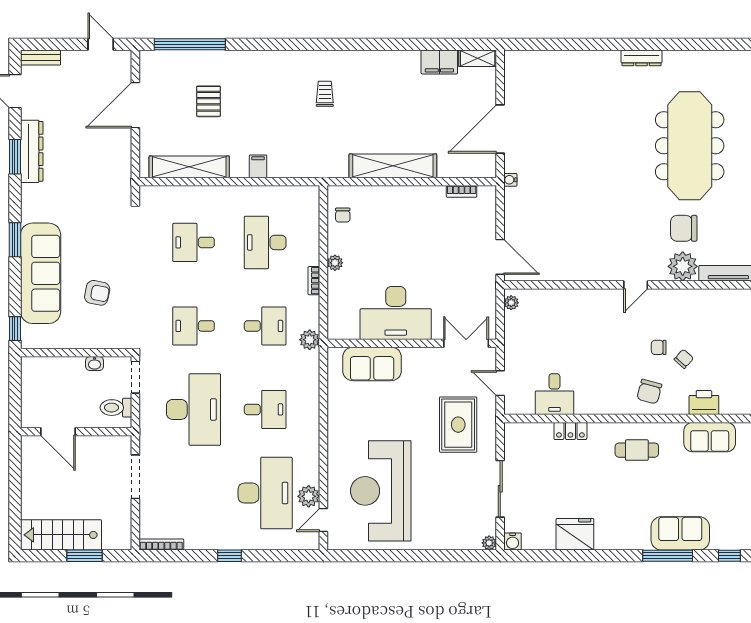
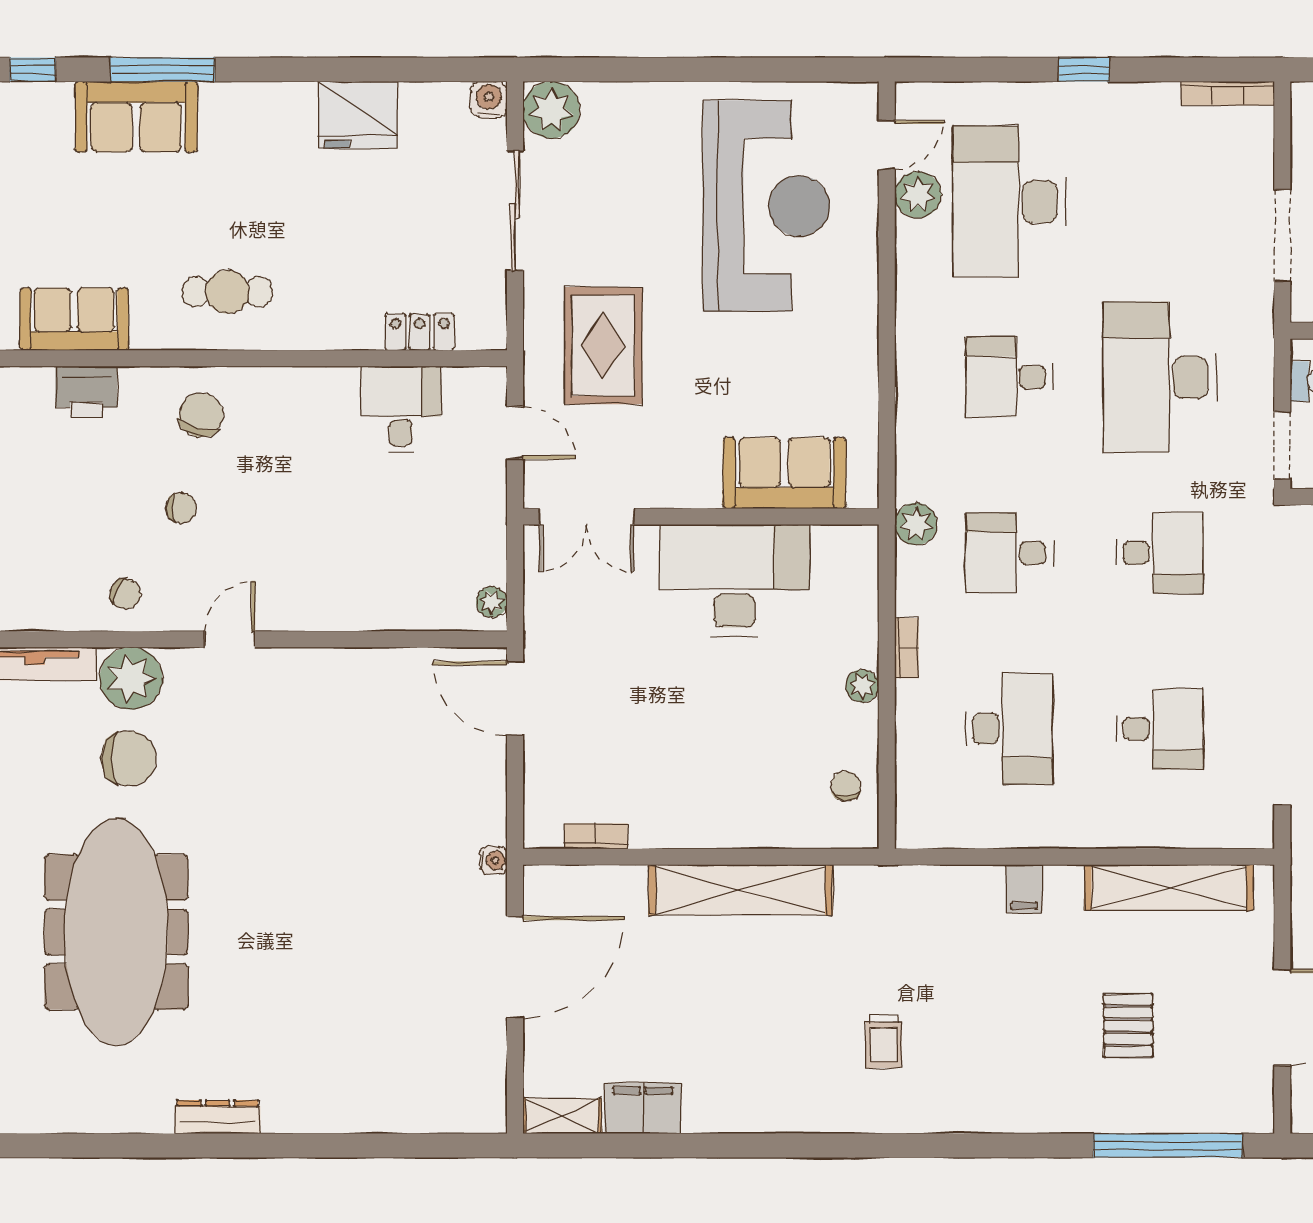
chair: (684, 359) -> (125, 594), moved, turned -106
locker: (570, 431) -> (420, 332), moved
plant: (489, 543) -> (551, 110), width x1.88, depth x1.88

